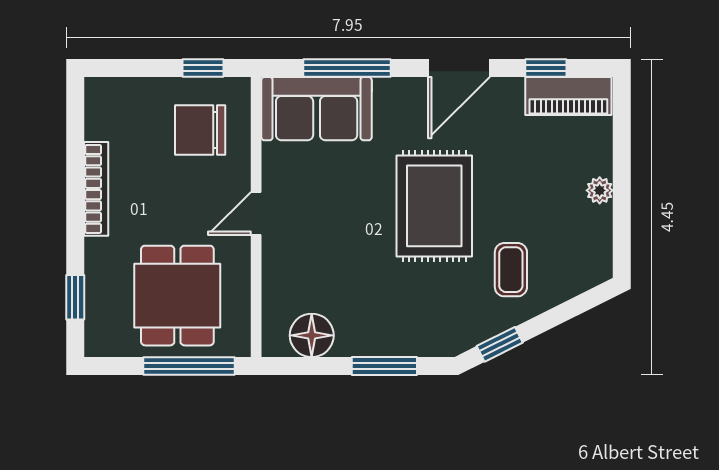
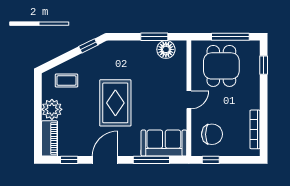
piano: (568, 96) -> (50, 138), moved, turned 90
bookcase: (96, 189) -> (255, 129), moved
plant: (600, 190) -> (52, 109), width x1.87, depth x1.87
coffee table: (511, 270) -> (66, 81), moved, turned 90
window: (189, 366) -> (230, 37), moved
window: (384, 366) -> (154, 37), moved

